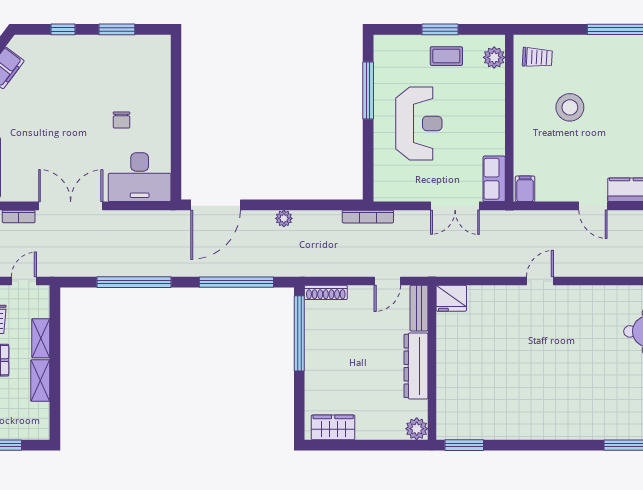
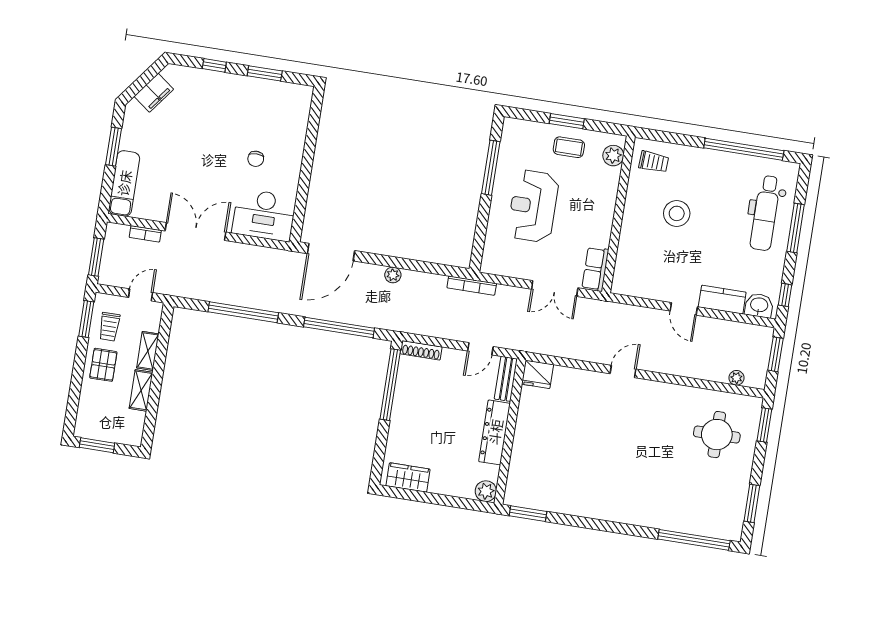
reception desk: (419, 123) -> (533, 206), turned 180
filing cabinet: (525, 189) -> (623, 283), removed

